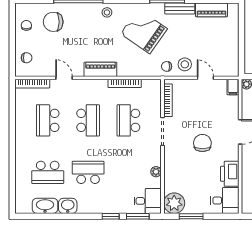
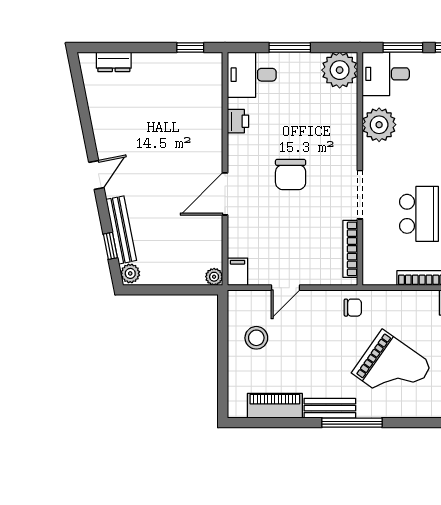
stool: (185, 64) -> (256, 338), moved
door: (205, 78) -> (285, 288), hinge flipped
plant: (156, 172) -> (379, 125), width x1.88, depth x1.88
printer: (230, 174) -> (238, 121), width x0.53, depth x0.68
window: (191, 216) -> (290, 47), moved

